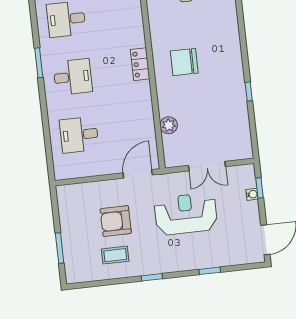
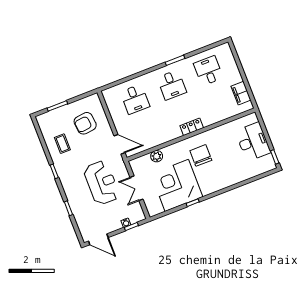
corner desk: (218, 108) -> (177, 185), added
desk: (79, 135) -> (135, 99), turned 180
armchair: (116, 221) -> (85, 123), moved, turned -96

